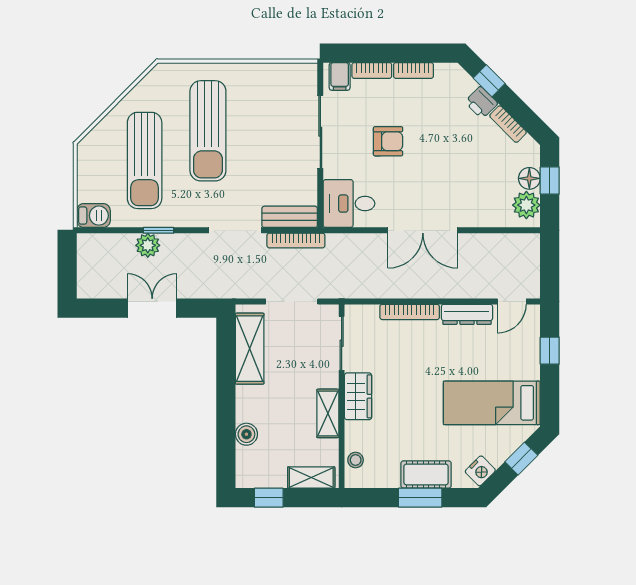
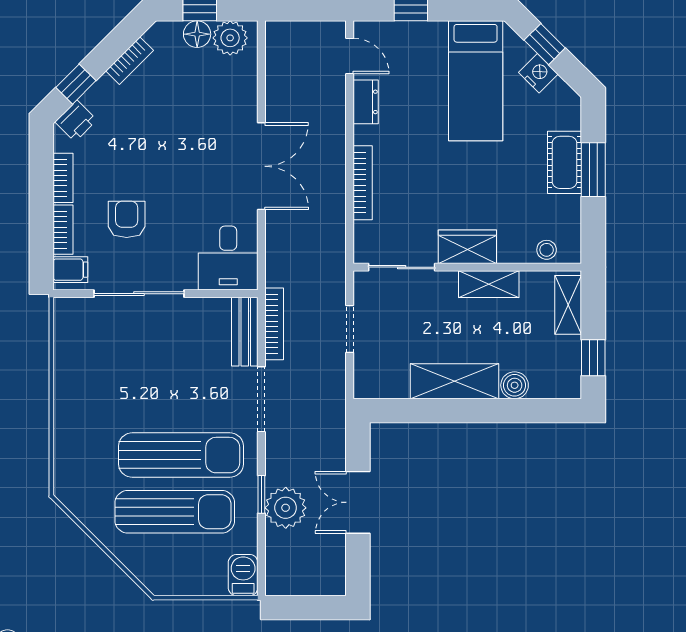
printer: (481, 103) -> (76, 121), moved
sun lounger: (208, 131) -> (181, 455), moved
armchair: (388, 141) -> (127, 219), moved
plant: (148, 245) -> (286, 508), width x1.36, depth x1.36
doorway: (292, 301) -> (350, 329), width x0.73
dresser: (467, 314) -> (366, 102), width x0.70
shelving: (250, 349) -> (454, 381), moved
nightstand: (480, 471) -> (538, 73), moved

